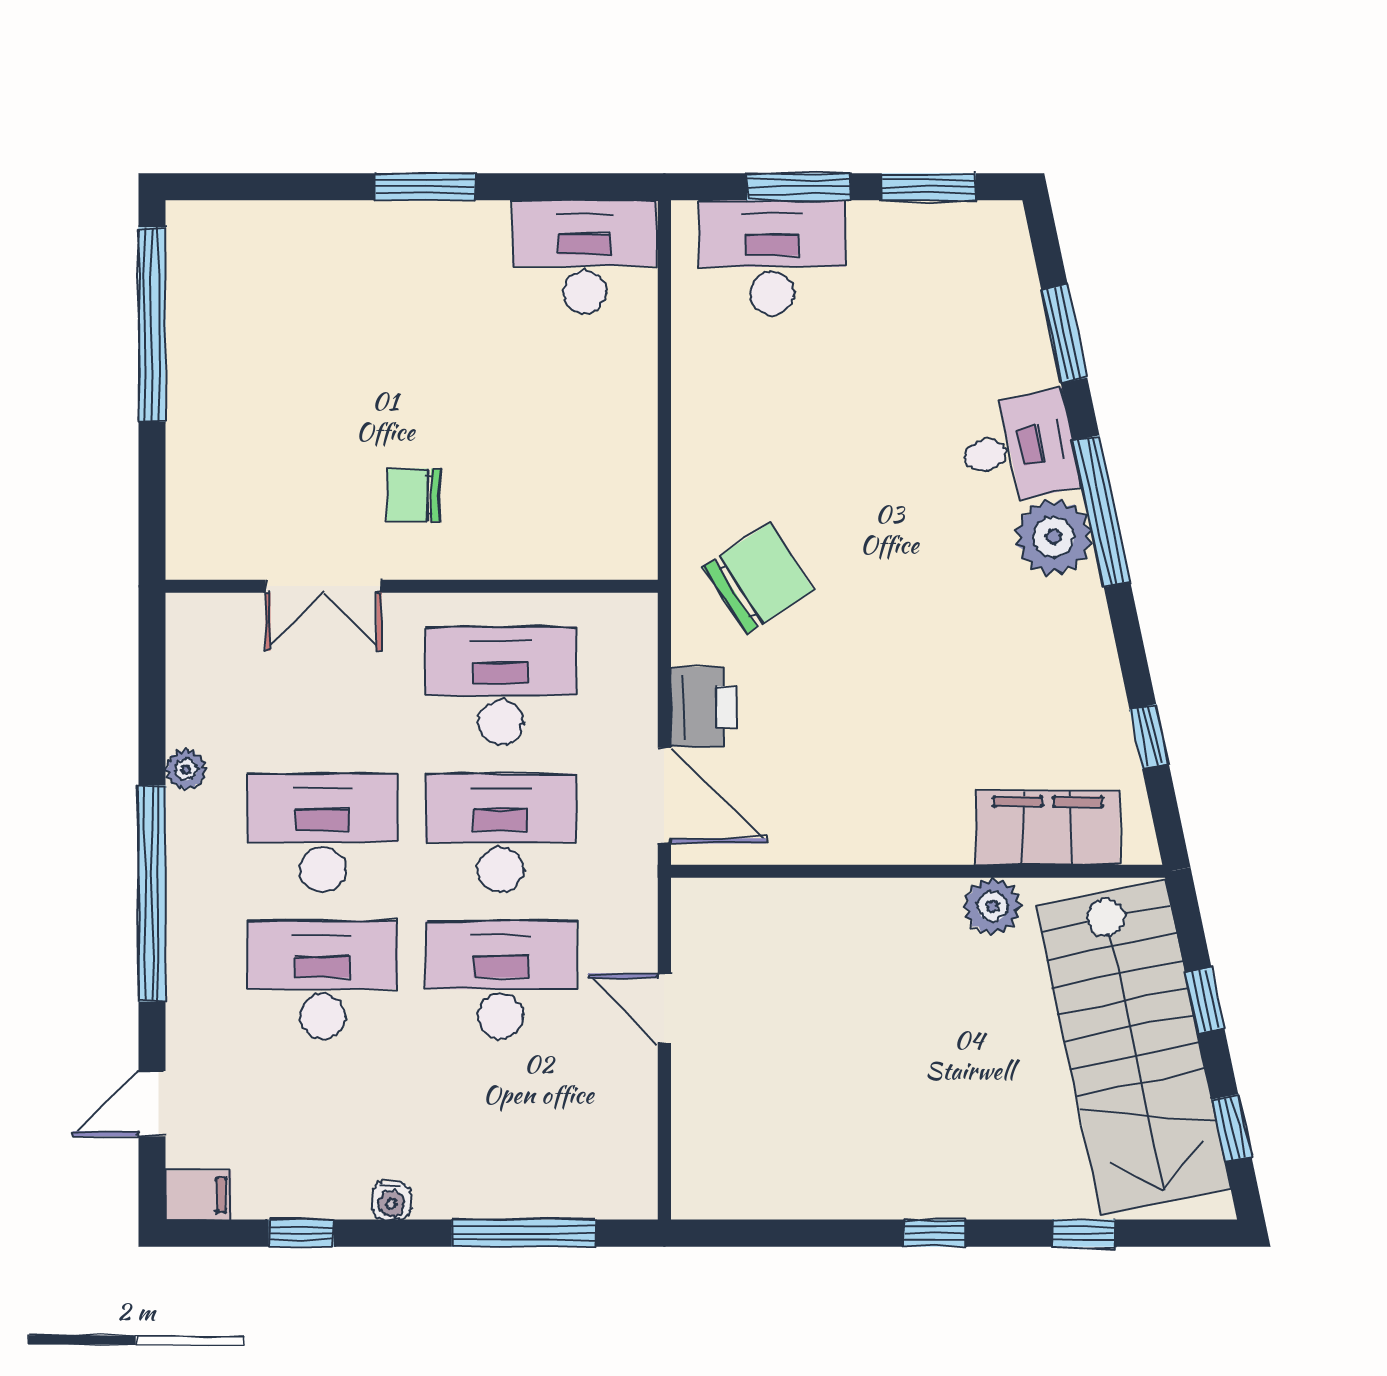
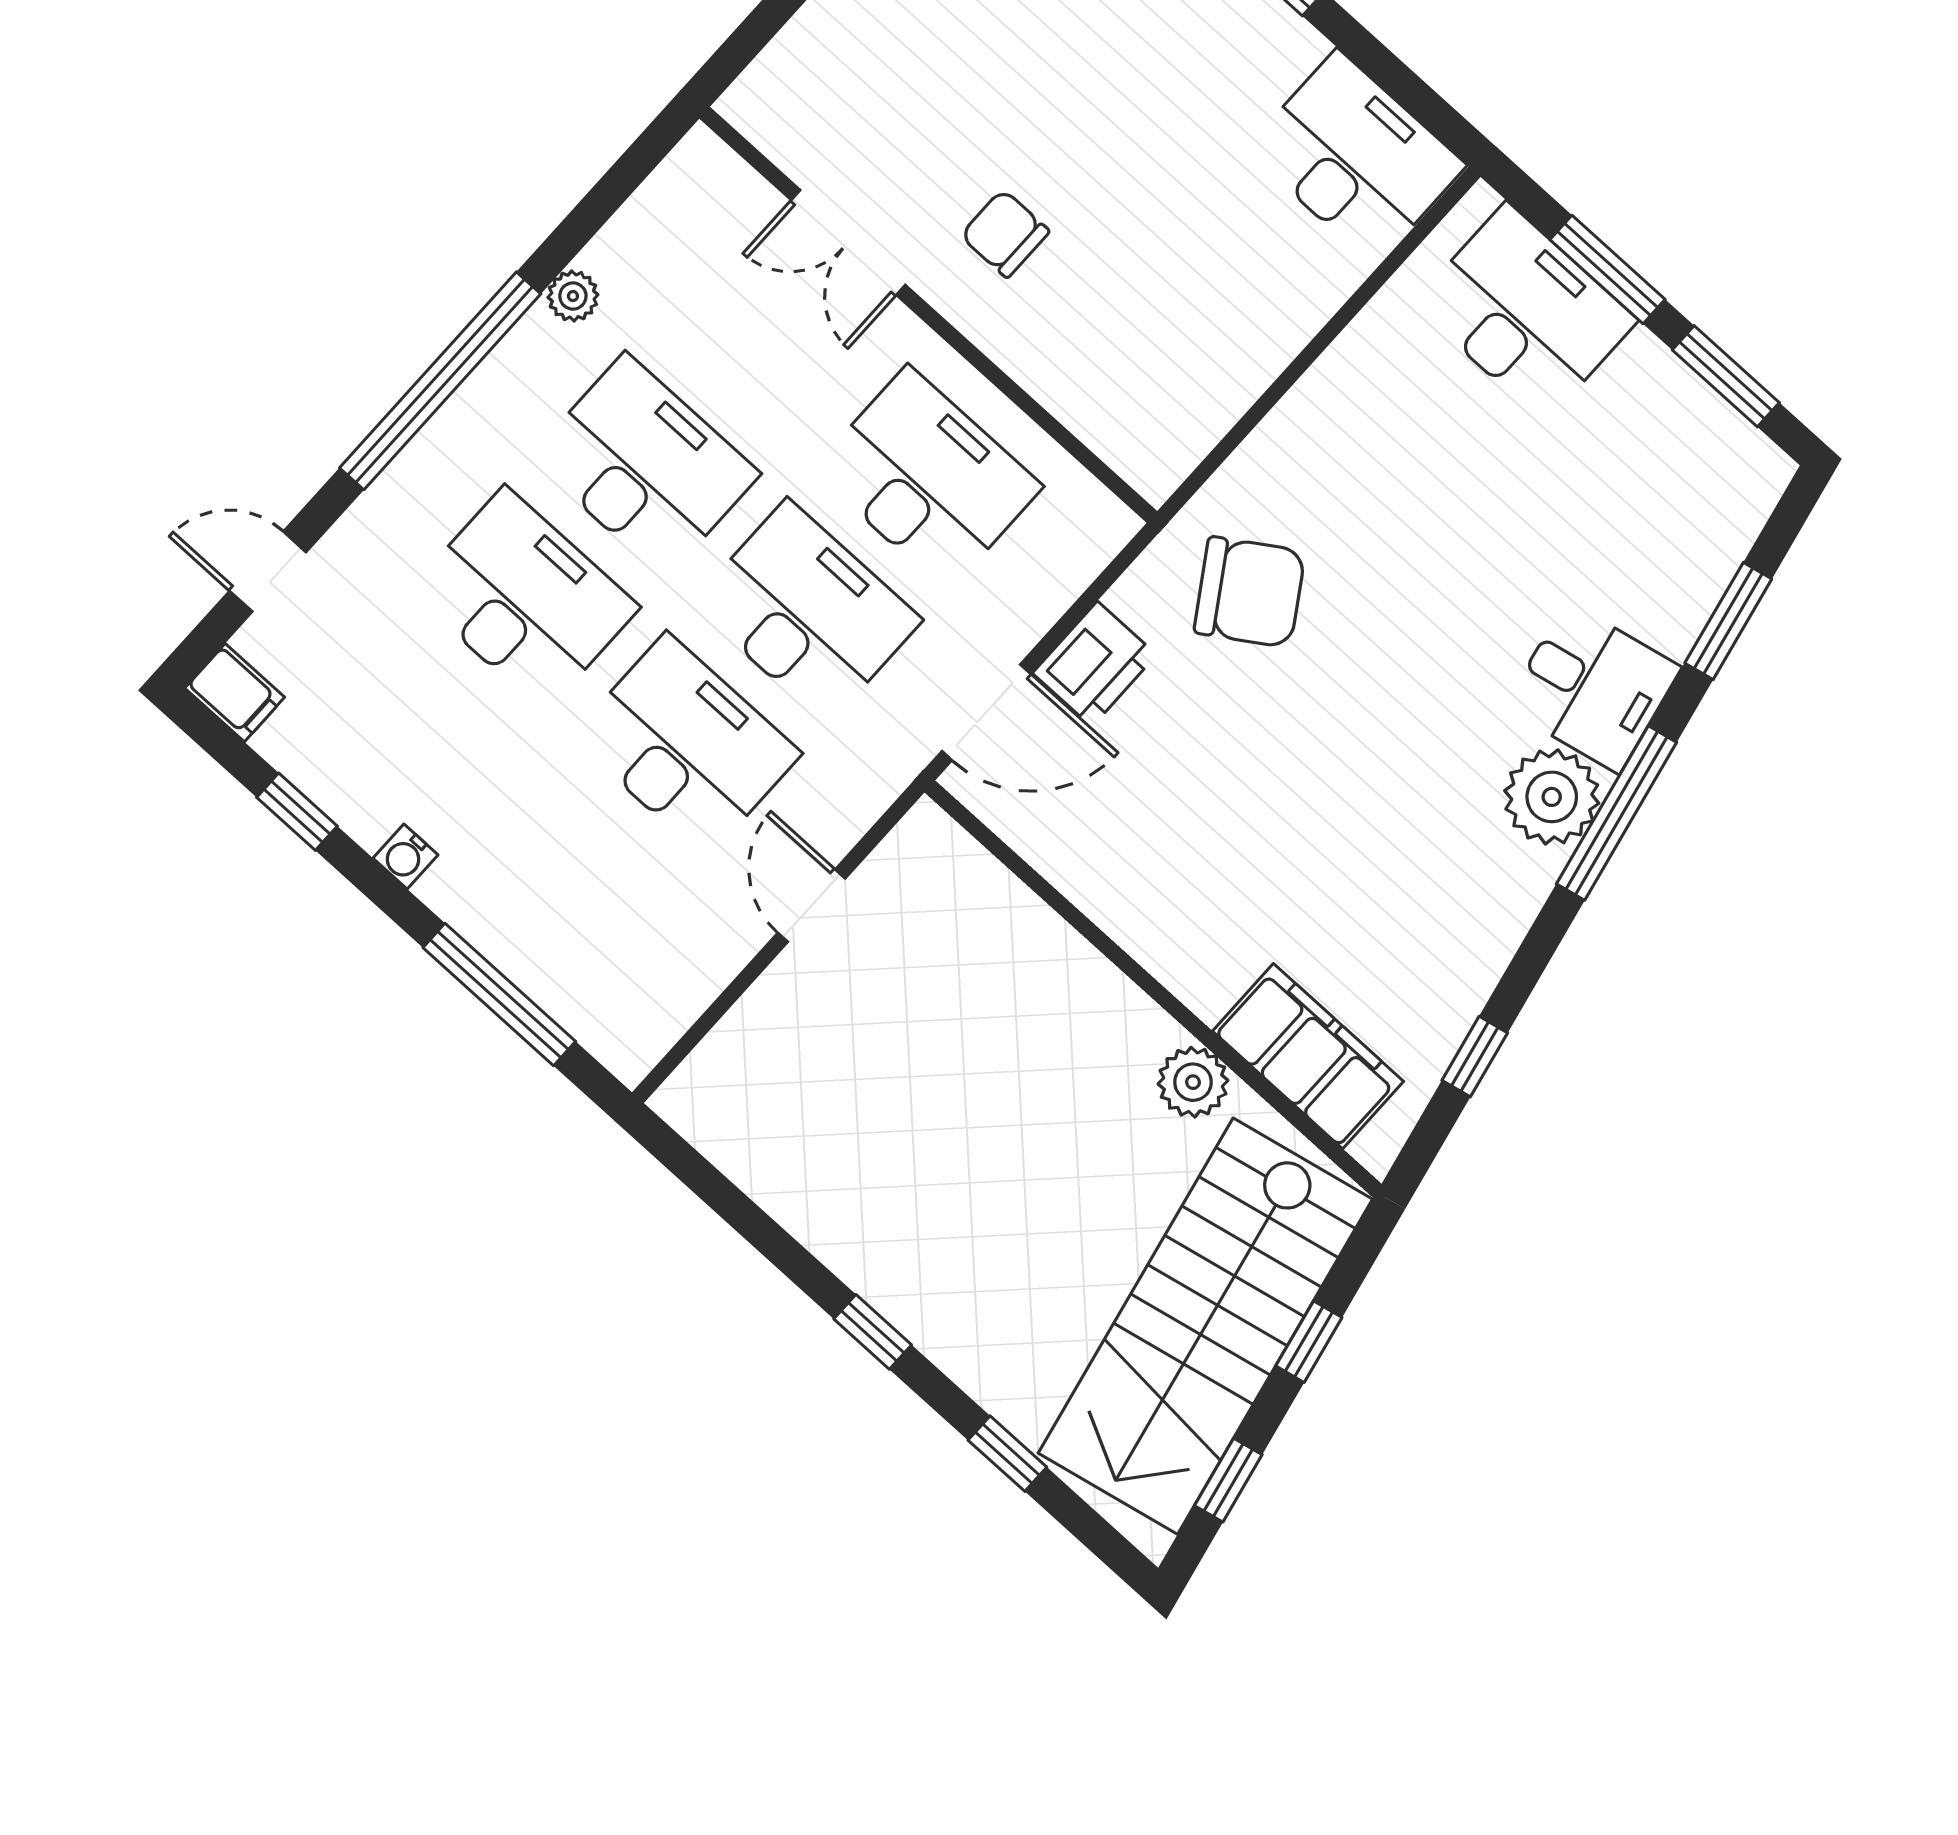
door: (664, 796) -> (986, 712), hinge flipped

